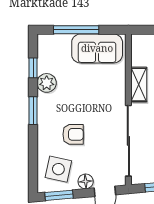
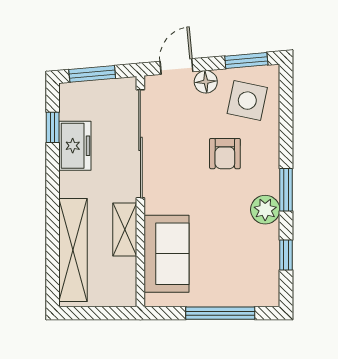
sofa: (97, 48) -> (167, 254), moved, turned 90
plant: (47, 83) -> (265, 210), moved
armchair: (73, 134) -> (225, 154), turned -90

